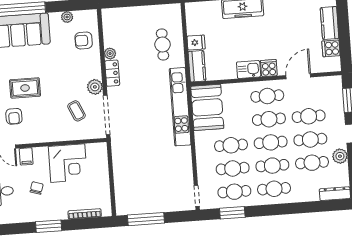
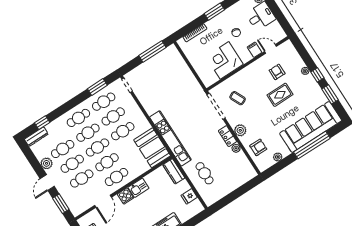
fridge: (196, 43) -> (189, 196), moved
plant: (95, 87) -> (240, 130), moved
window: (319, 206) -> (42, 123), added

